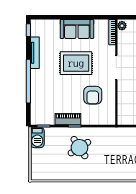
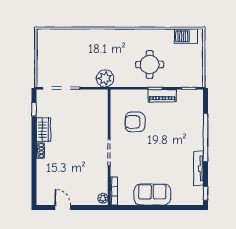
rug: (76, 63) -> (153, 157), removed
armchair: (93, 95) -> (135, 122), turned -90
plant: (120, 135) -> (105, 78), added
barbecue: (37, 137) -> (186, 36), moved, turned -90
round table: (79, 148) -> (150, 65), turned 33

